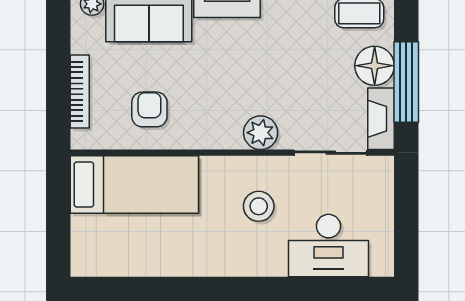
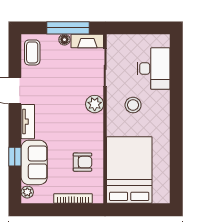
floor lamp: (375, 66) -> (64, 40), width x0.53, depth x0.53
armchair: (149, 109) -> (82, 162), turned 180
bed: (134, 185) -> (129, 170), width x1.50

